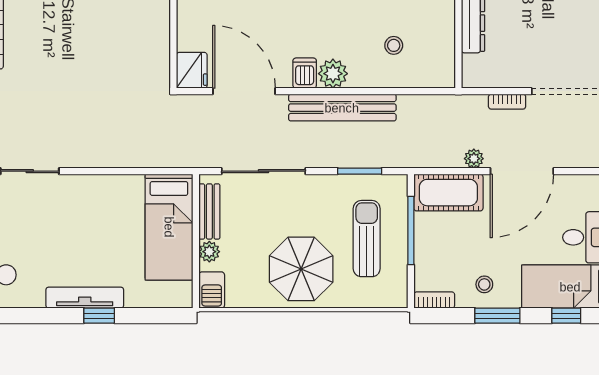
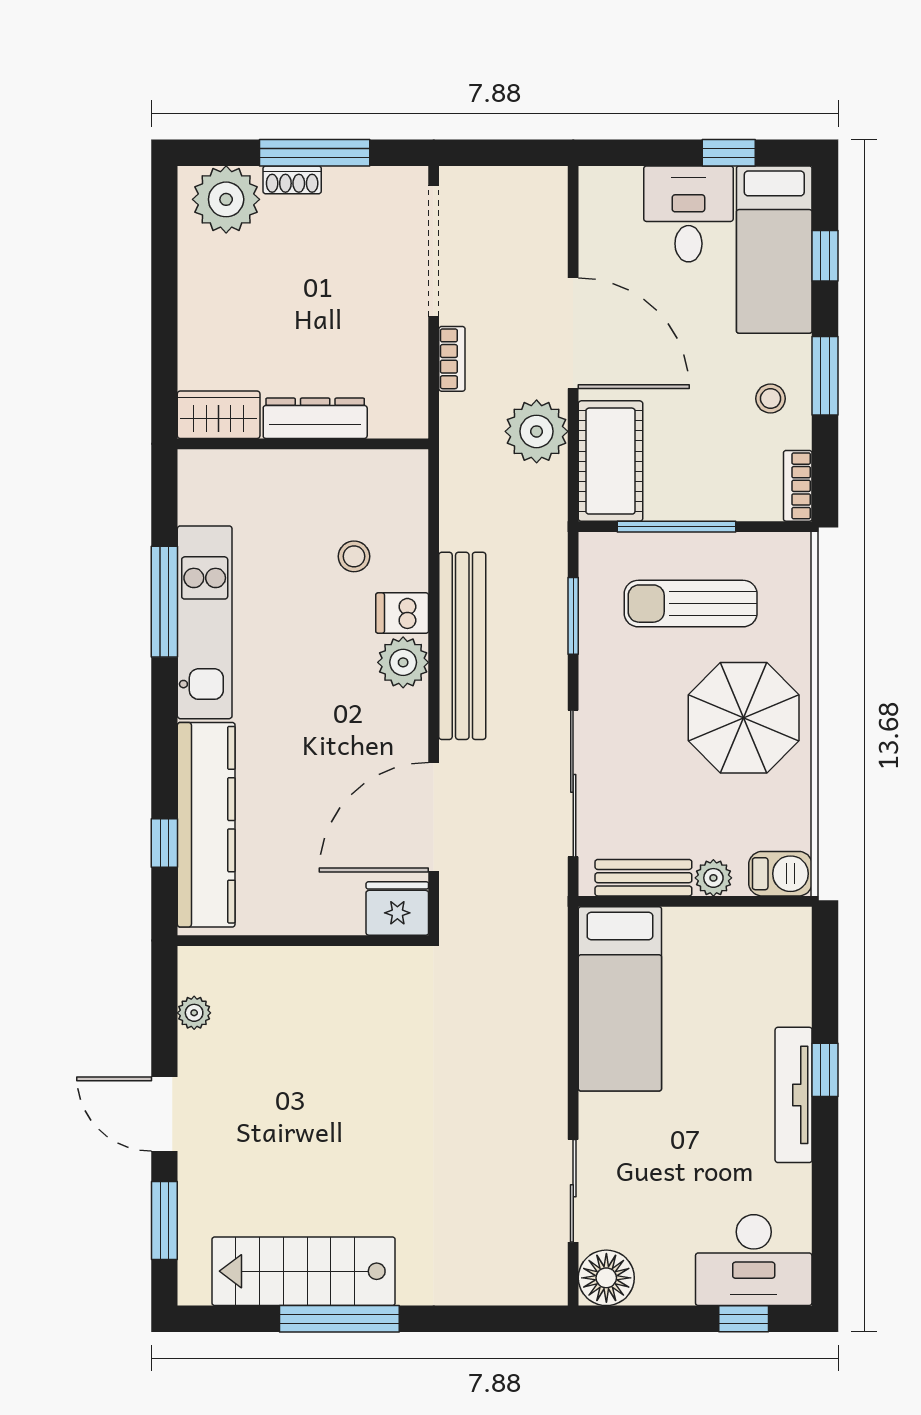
dishwasher: (305, 73) -> (402, 613), moved
plant: (474, 159) -> (537, 431), width x1.88, depth x1.88
bed: (169, 227) -> (620, 999), moved, turned 90

